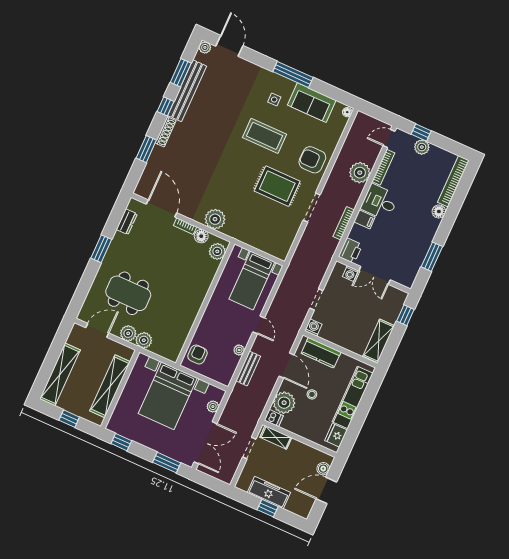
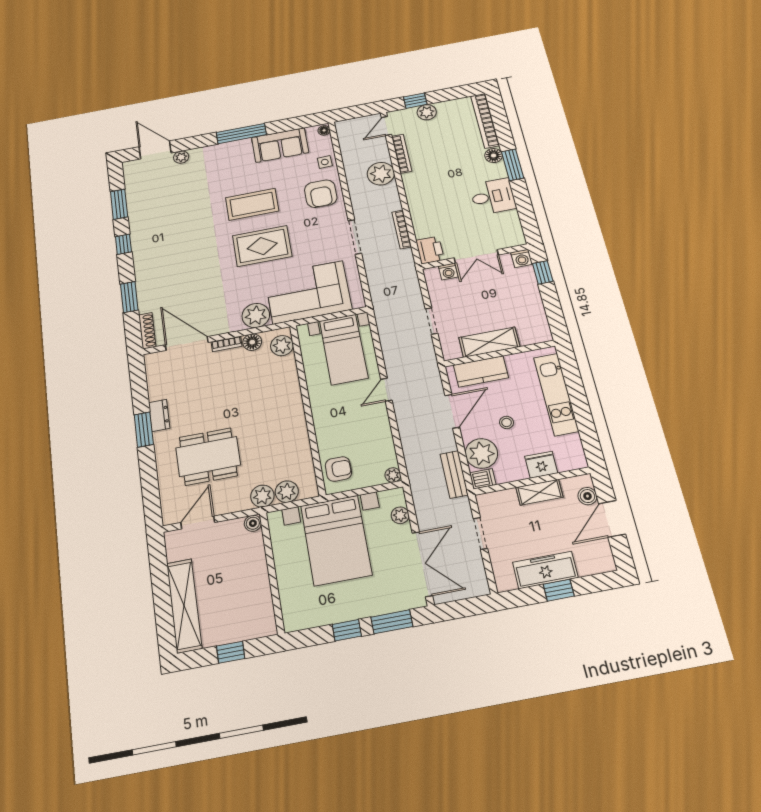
plant: (205, 47) -> (181, 157), moved
bench: (187, 91) -> (138, 216), removed
side table: (274, 100) -> (325, 162), moved
shoe rack: (166, 132) -> (147, 331), moved
armchair: (312, 160) -> (321, 194), turned -90
rug: (277, 186) -> (262, 246), moved
desk: (380, 202) -> (493, 196), moved, turned 180
filing cabinet: (364, 219) -> (421, 212), removed
dresser: (127, 222) -> (159, 415), moved
corner sofa: (257, 226) -> (308, 292), added
window: (432, 257) -> (513, 165), moved
door: (259, 325) -> (386, 390), swing flipped
washing machine: (313, 327) -> (522, 258), moved, turned 180
plant: (128, 333) -> (287, 492), moved
shelving: (379, 341) -> (489, 342), moved, turned 90
plant: (239, 350) -> (393, 475), moved
boiler: (128, 353) -> (253, 523), added
armchair: (197, 355) -> (338, 469), turned 90
door: (286, 366) -> (452, 411), hinge flipped
bench: (248, 368) -> (454, 474), moved
shelving: (110, 386) -> (257, 577), removed
fridge: (336, 435) -> (541, 465), moved, turned 90
shelving: (276, 437) -> (539, 492), moved
window: (121, 442) -> (347, 630), moved

